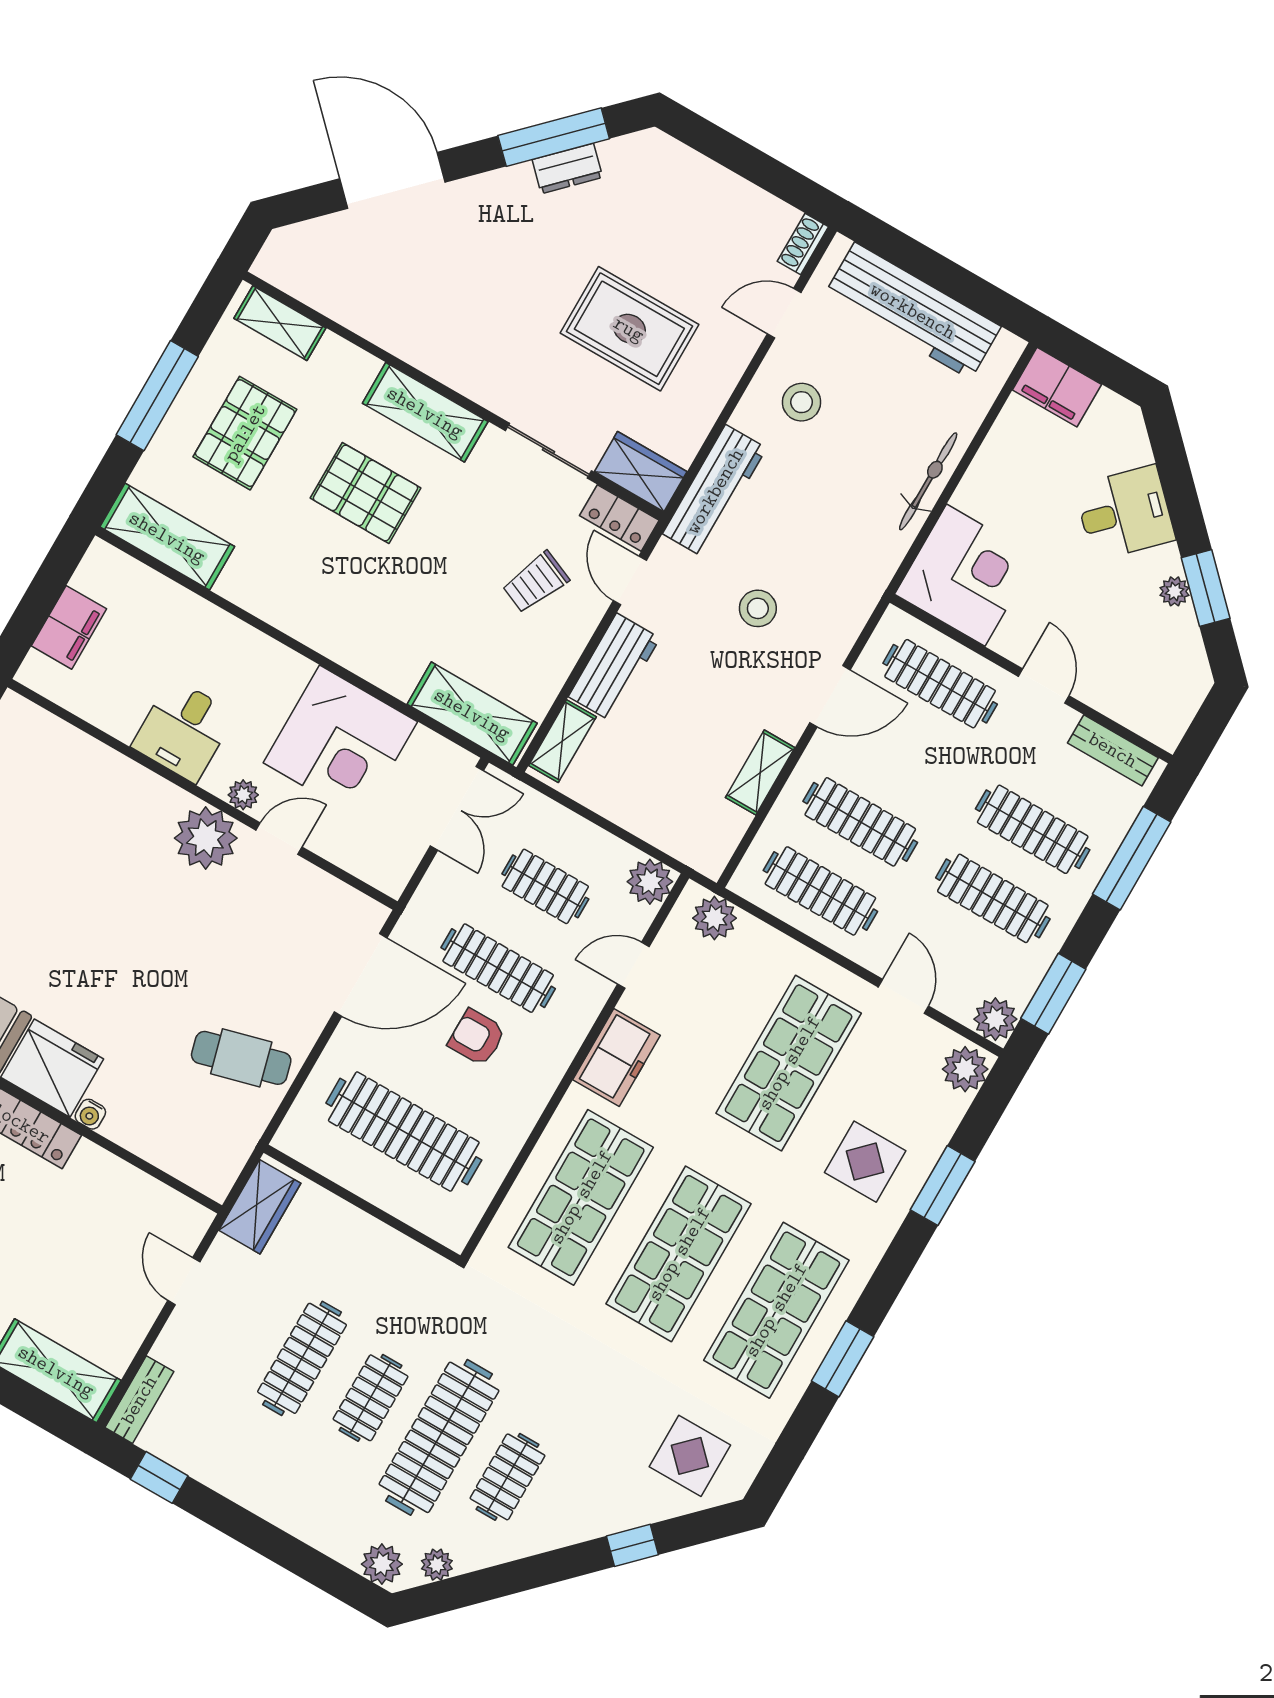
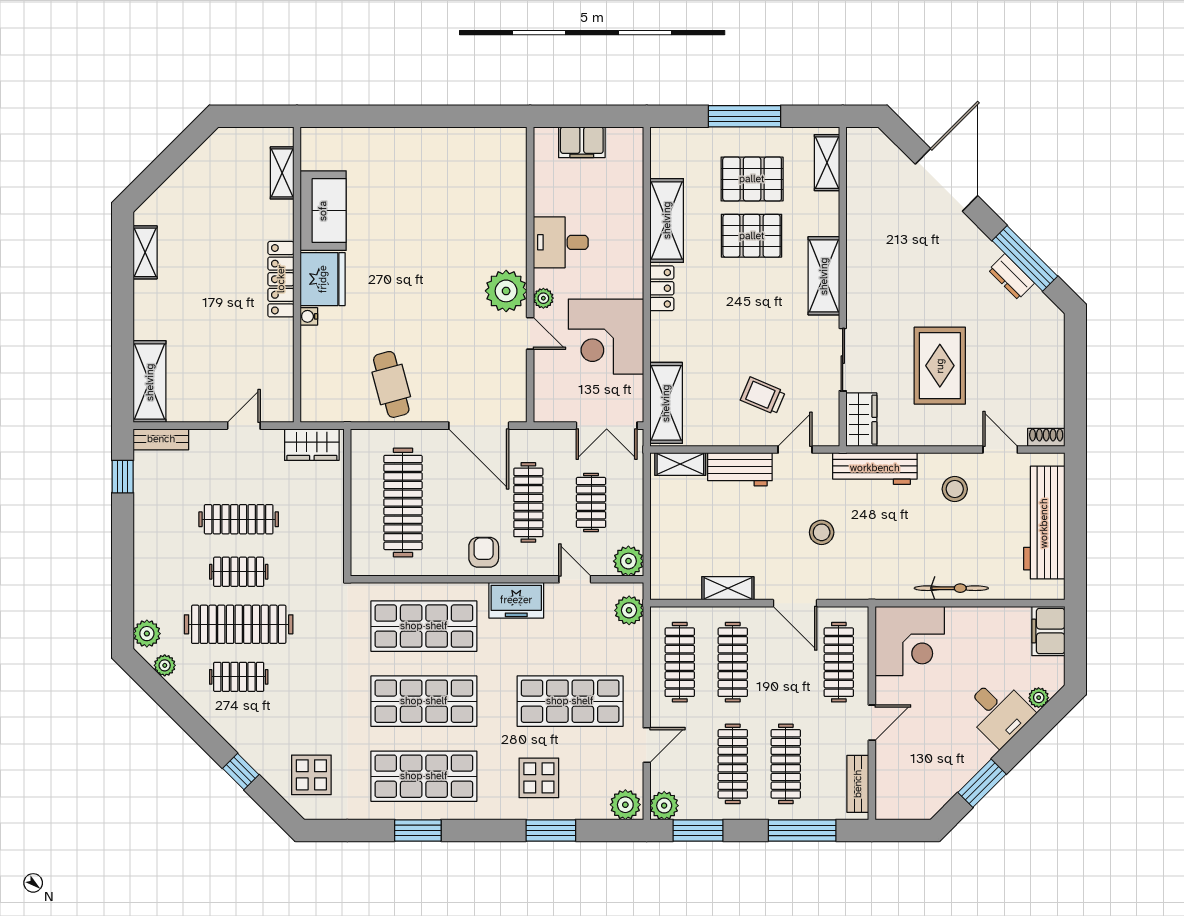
pallet: (366, 493) -> (752, 236), moved, turned 90
locker: (619, 518) -> (662, 288), moved, turned 180
shelving: (167, 537) -> (667, 220), moved
plant: (1175, 591) -> (1039, 698), moved
armchair: (477, 1037) -> (484, 552), moved

